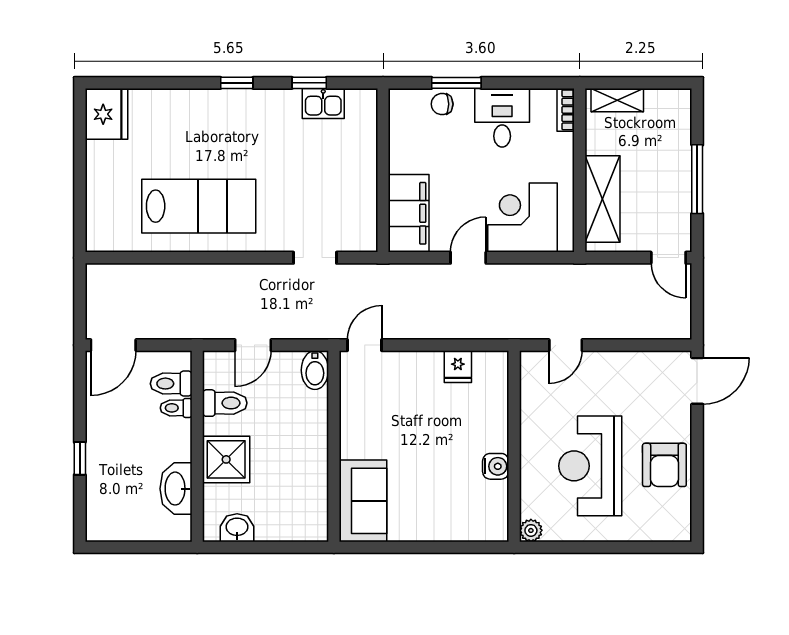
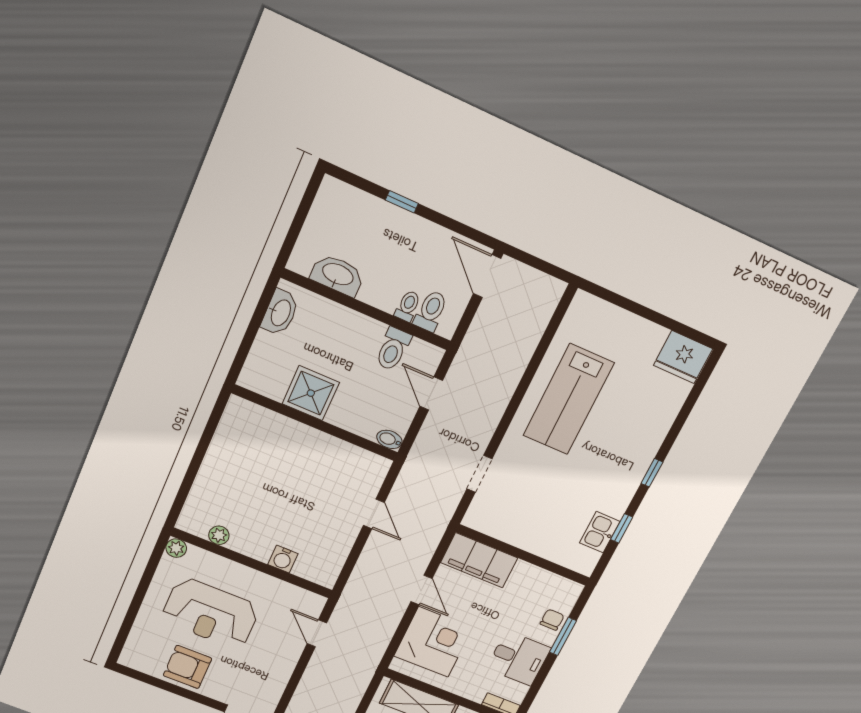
door: (364, 345) -> (374, 514), moved
fridge: (458, 367) -> (337, 547), removed
bidet: (315, 370) -> (389, 439), width x0.72, depth x0.74
shower: (226, 459) -> (311, 393), moved
water cooler: (496, 466) -> (283, 559), moved
reception desk: (590, 466) -> (211, 613), turned 180
plant: (498, 493) -> (219, 535), added
sofa: (363, 501) -> (258, 427), removed
washbasin: (237, 528) -> (280, 313), width x1.38

